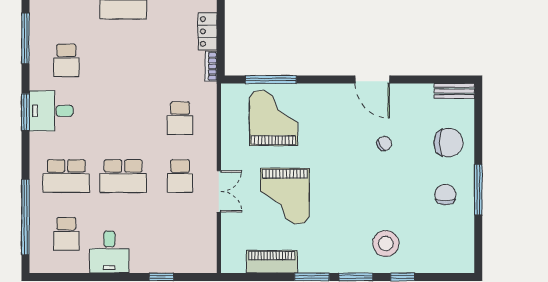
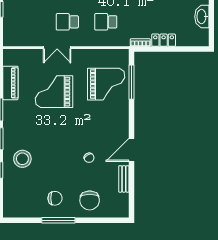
bench: (454, 91) -> (124, 179), moved

